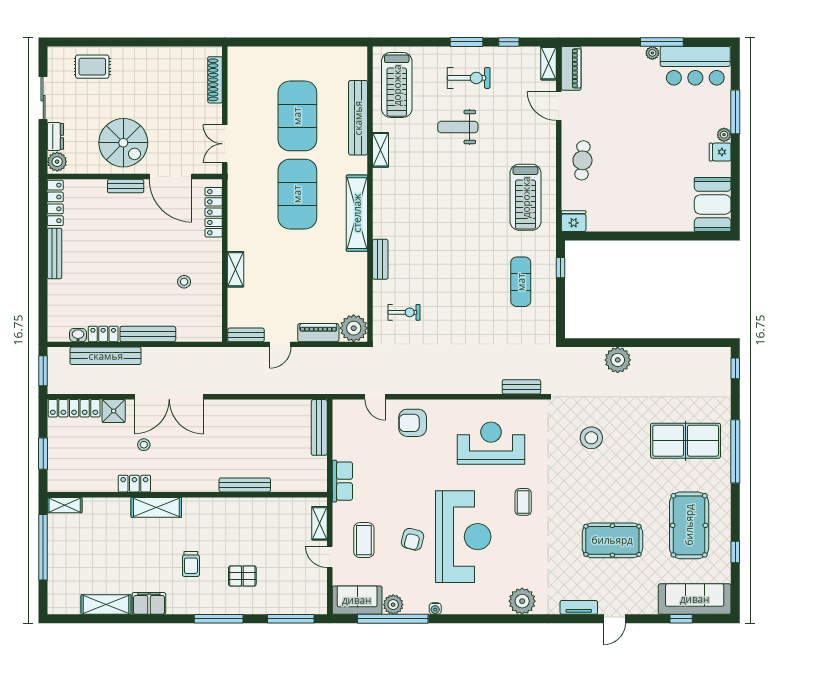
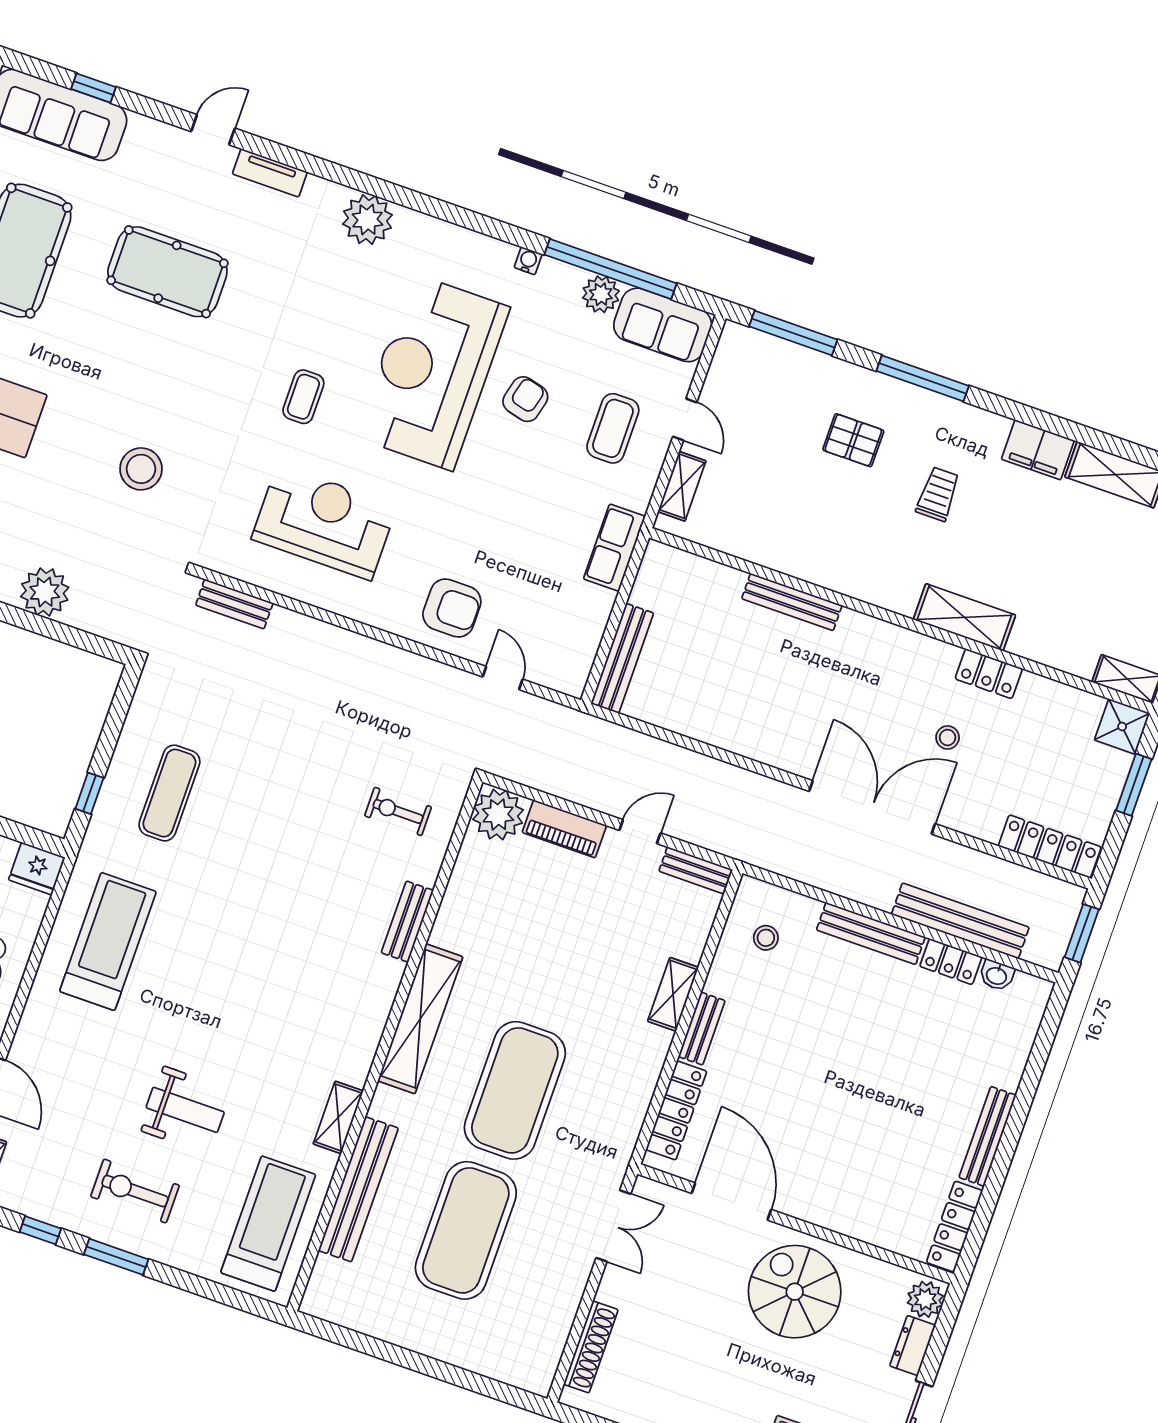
bench: (126, 186) -> (702, 1029), moved, turned 90
stool: (184, 282) -> (766, 938), moved
shower: (114, 411) -> (1122, 727), moved
reception desk: (491, 443) -> (324, 522), turned 180

